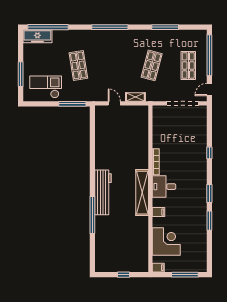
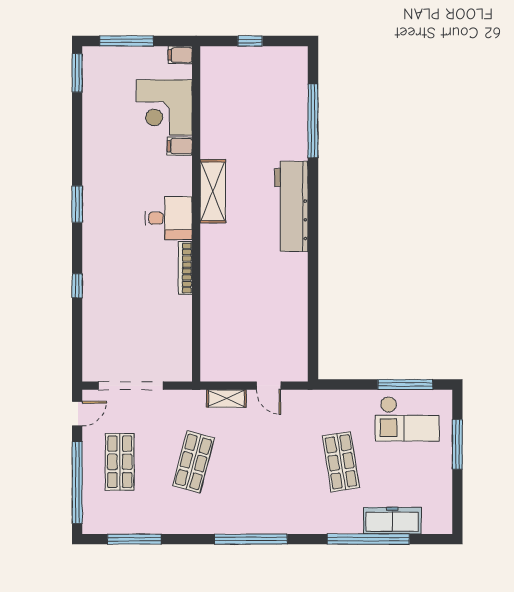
window: (48, 27) -> (368, 539), moved
window: (110, 27) -> (251, 539), moved
window: (165, 27) -> (134, 539), moved
freezer: (37, 36) -> (392, 521), moved
window: (72, 104) -> (405, 385), moved
shelving: (142, 193) -> (213, 191), width x0.68
filing cabinet: (159, 212) -> (180, 146), moved
window: (92, 215) -> (313, 121), moved
window: (209, 221) -> (77, 73), moved

